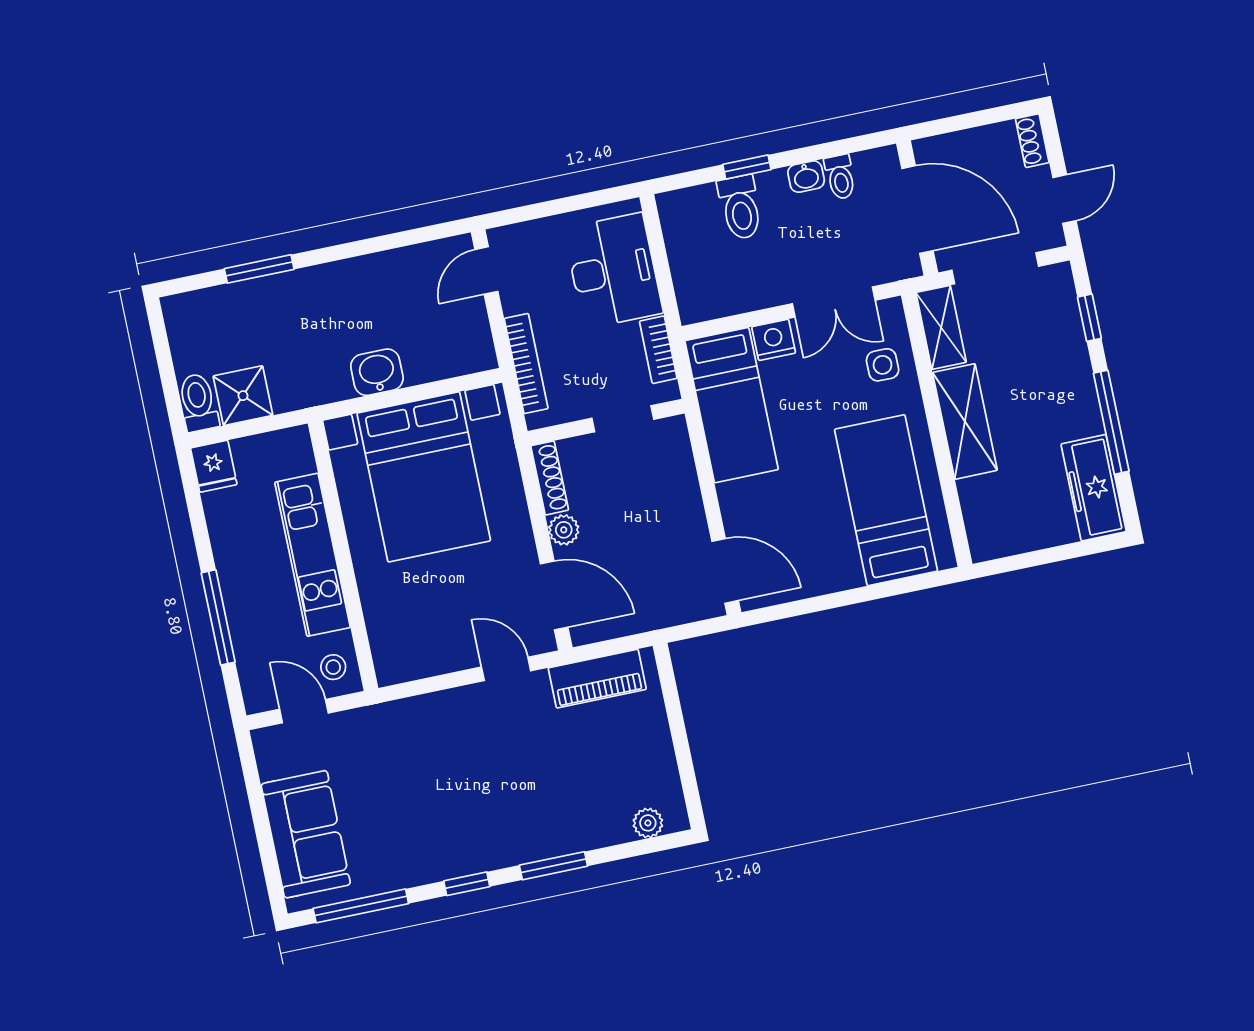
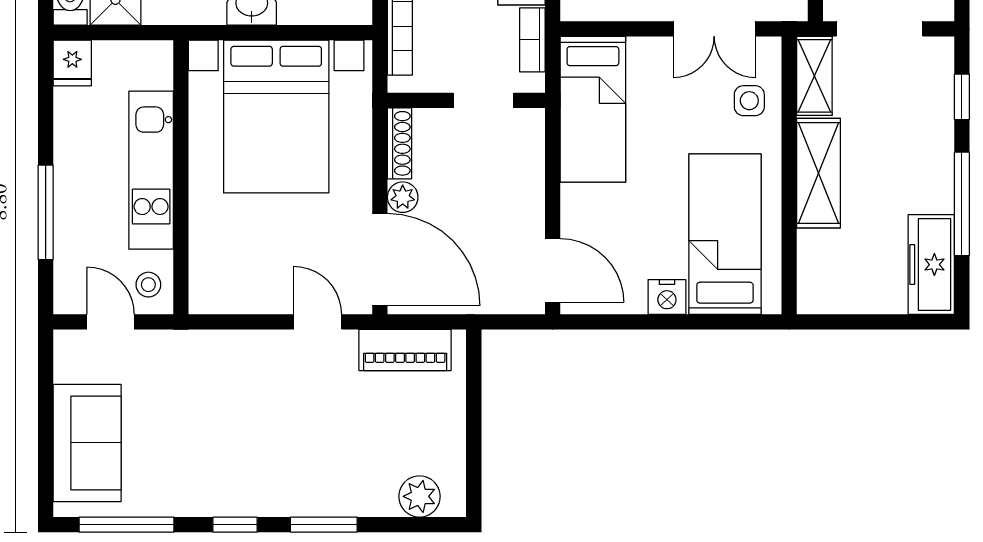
nightstand: (774, 340) -> (667, 297), moved, turned 180
door: (554, 596) -> (380, 260), width x1.36
plant: (648, 823) -> (420, 496), width x1.38, depth x1.38

